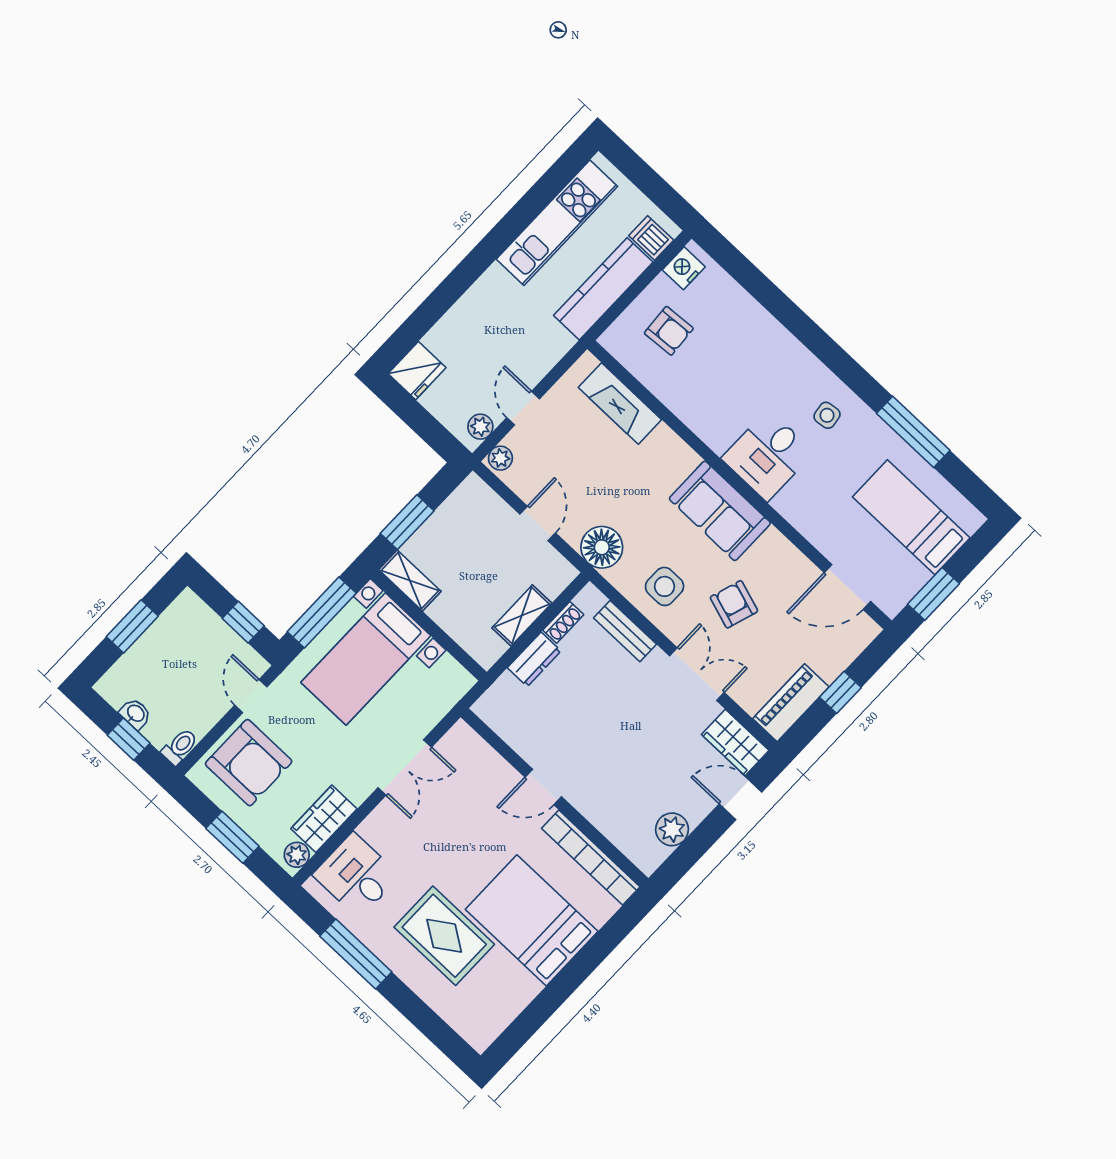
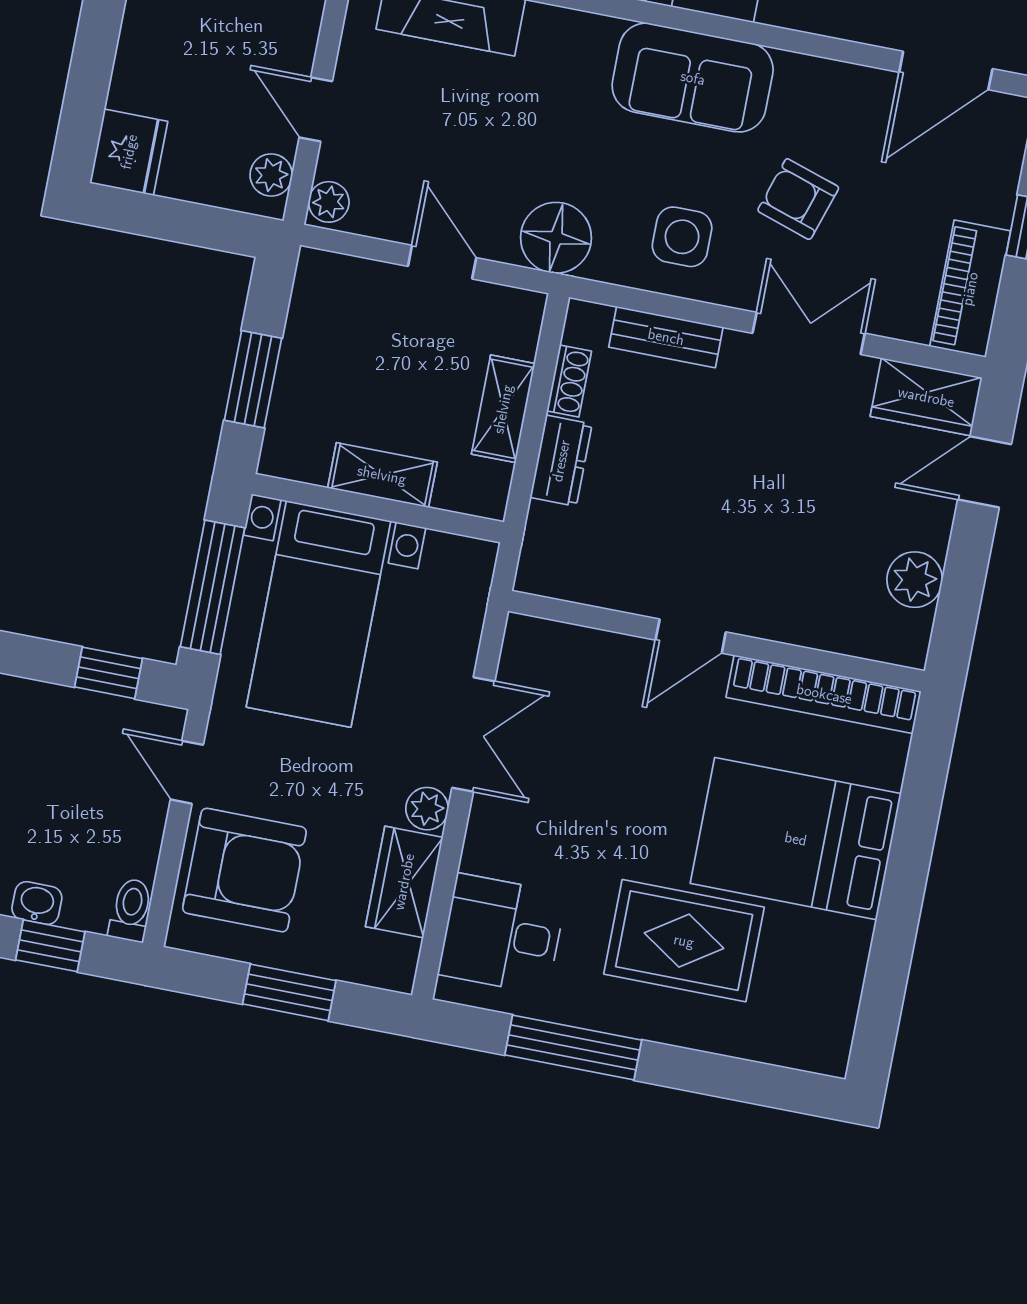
shelving: (410, 581) -> (382, 475), moved
plant: (297, 855) -> (427, 809), moved

